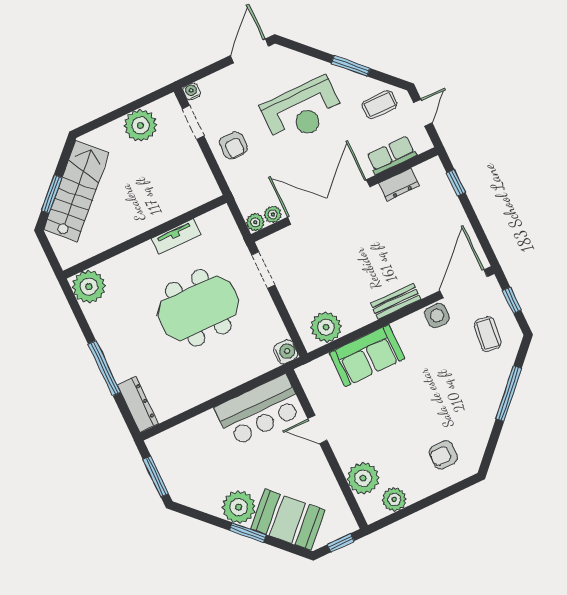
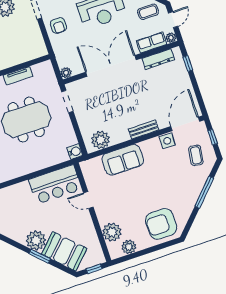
dresser: (399, 185) -> (158, 59), width x1.44
plant: (273, 214) -> (171, 38), moved
armchair: (443, 455) -> (161, 224), width x1.88, depth x1.88

